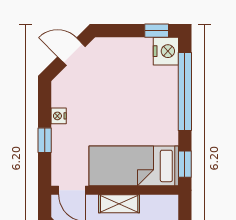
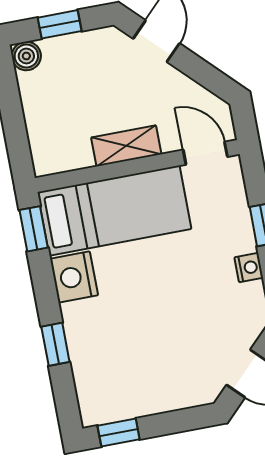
nightstand: (166, 51) -> (74, 277), moved
window: (185, 91) -> (55, 344), width x0.32

